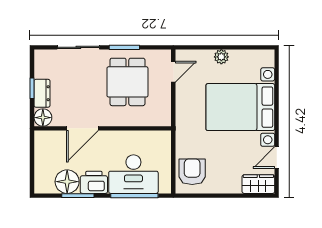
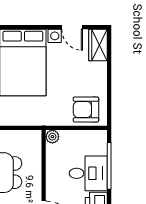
plant: (164, 137) -> (52, 137), added
desk: (133, 174) -> (88, 173), width x0.73

